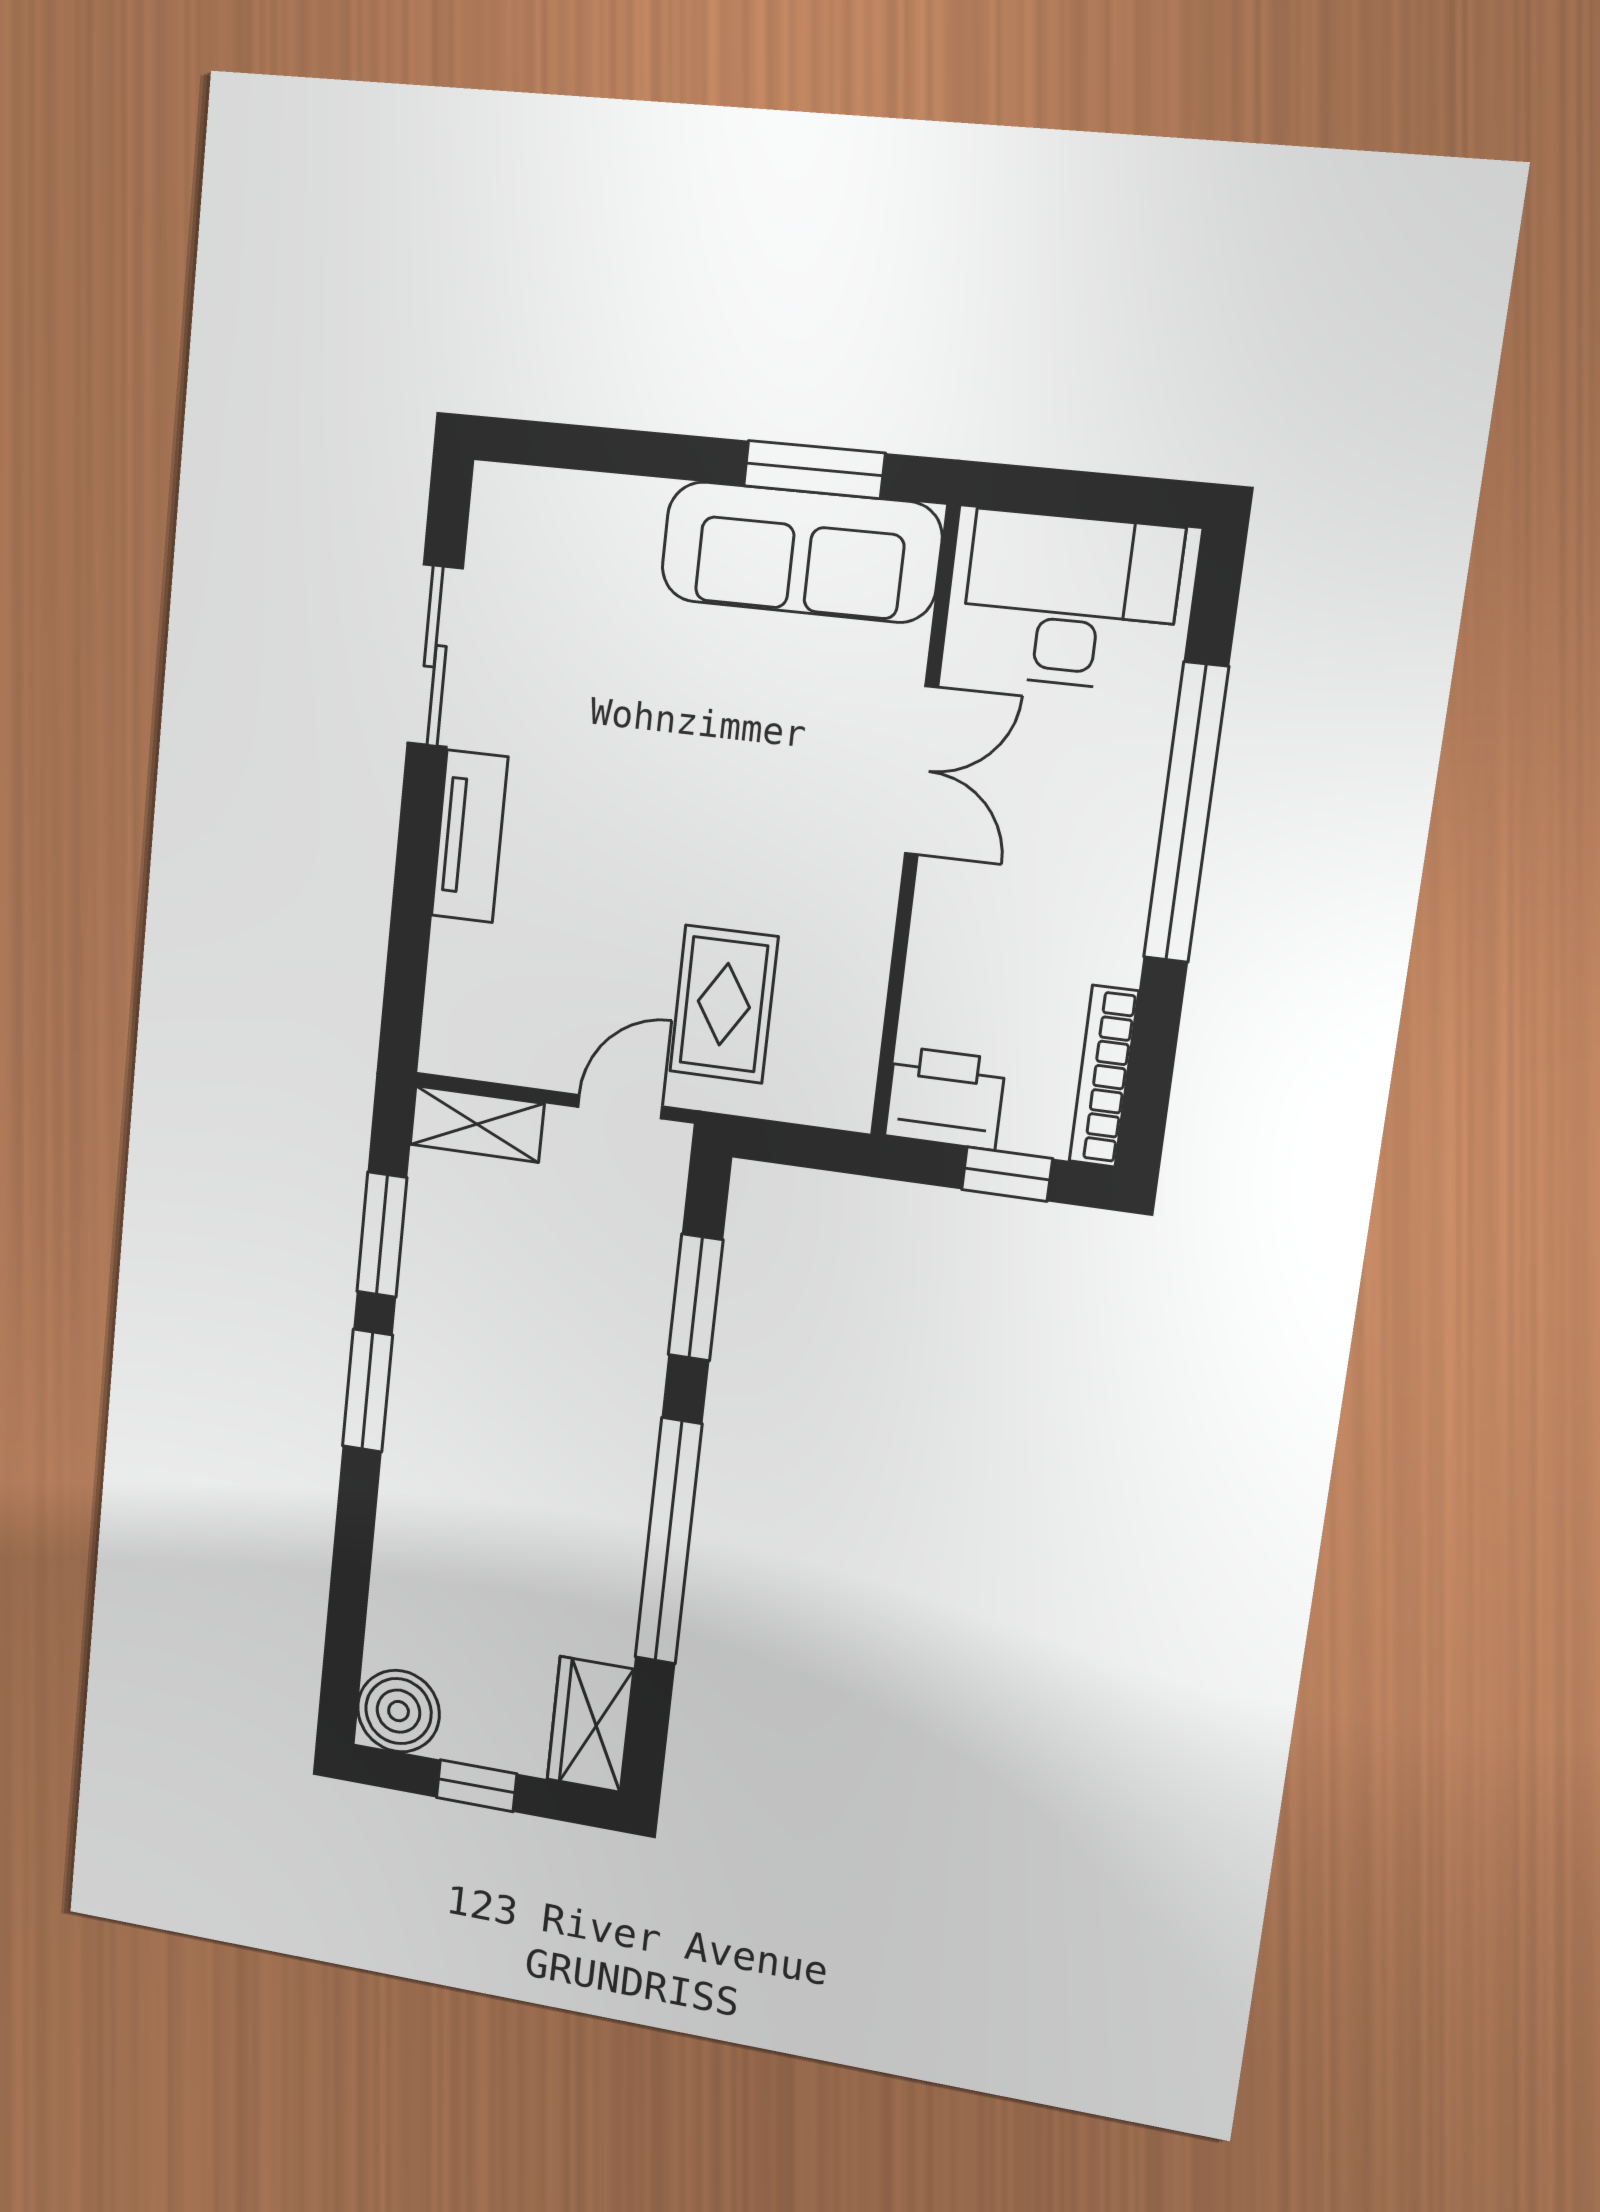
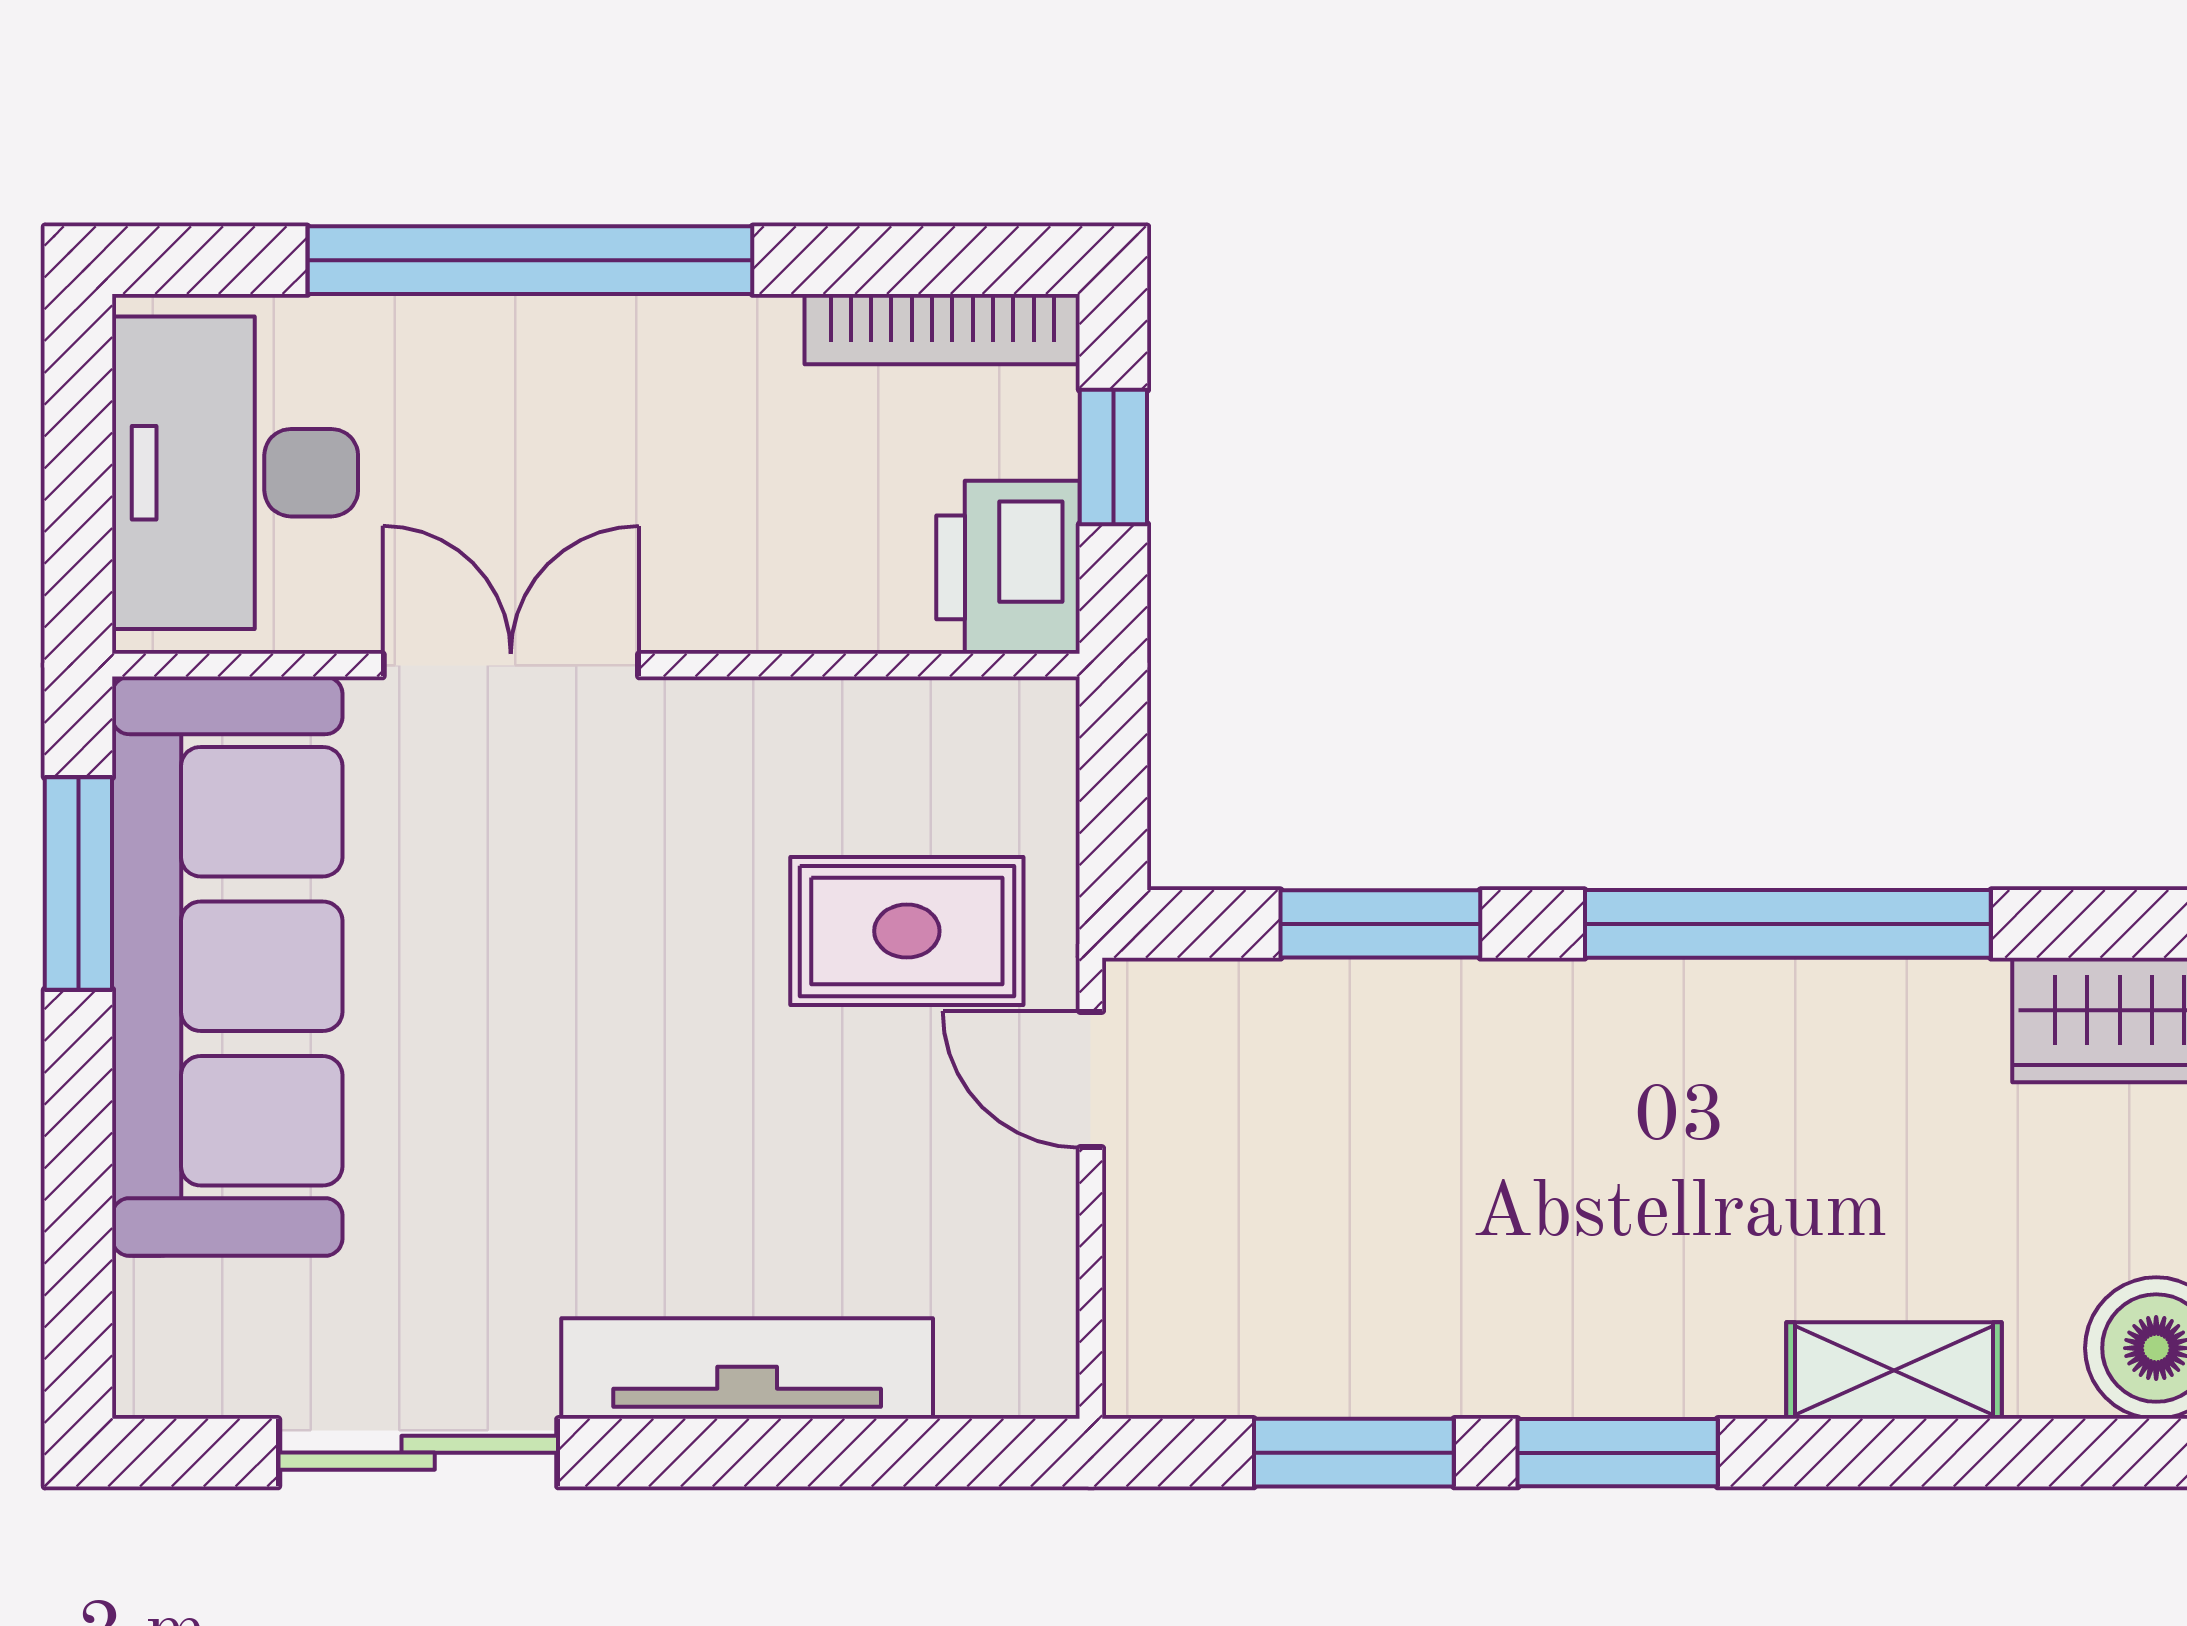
sofa: (801, 552) -> (227, 966), width x1.36, depth x1.27
tv unit: (470, 836) -> (747, 1369), width x1.41
shelving: (477, 1124) -> (1894, 1371), moved, turned 90

